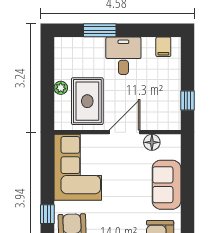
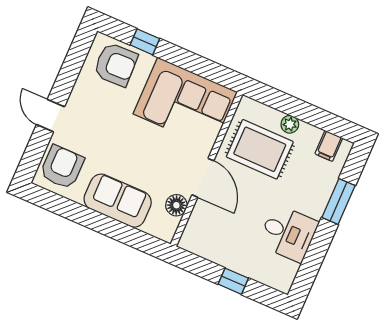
filing cabinet: (163, 47) -> (329, 146), moved, turned -90
desk: (123, 56) -> (288, 233), moved
window: (187, 100) -> (233, 281), moved

